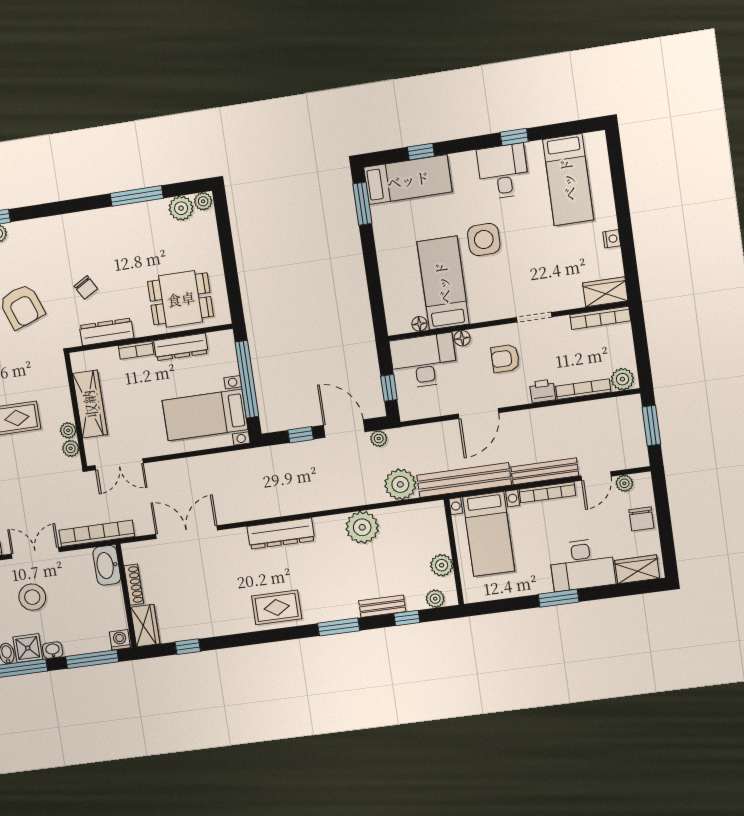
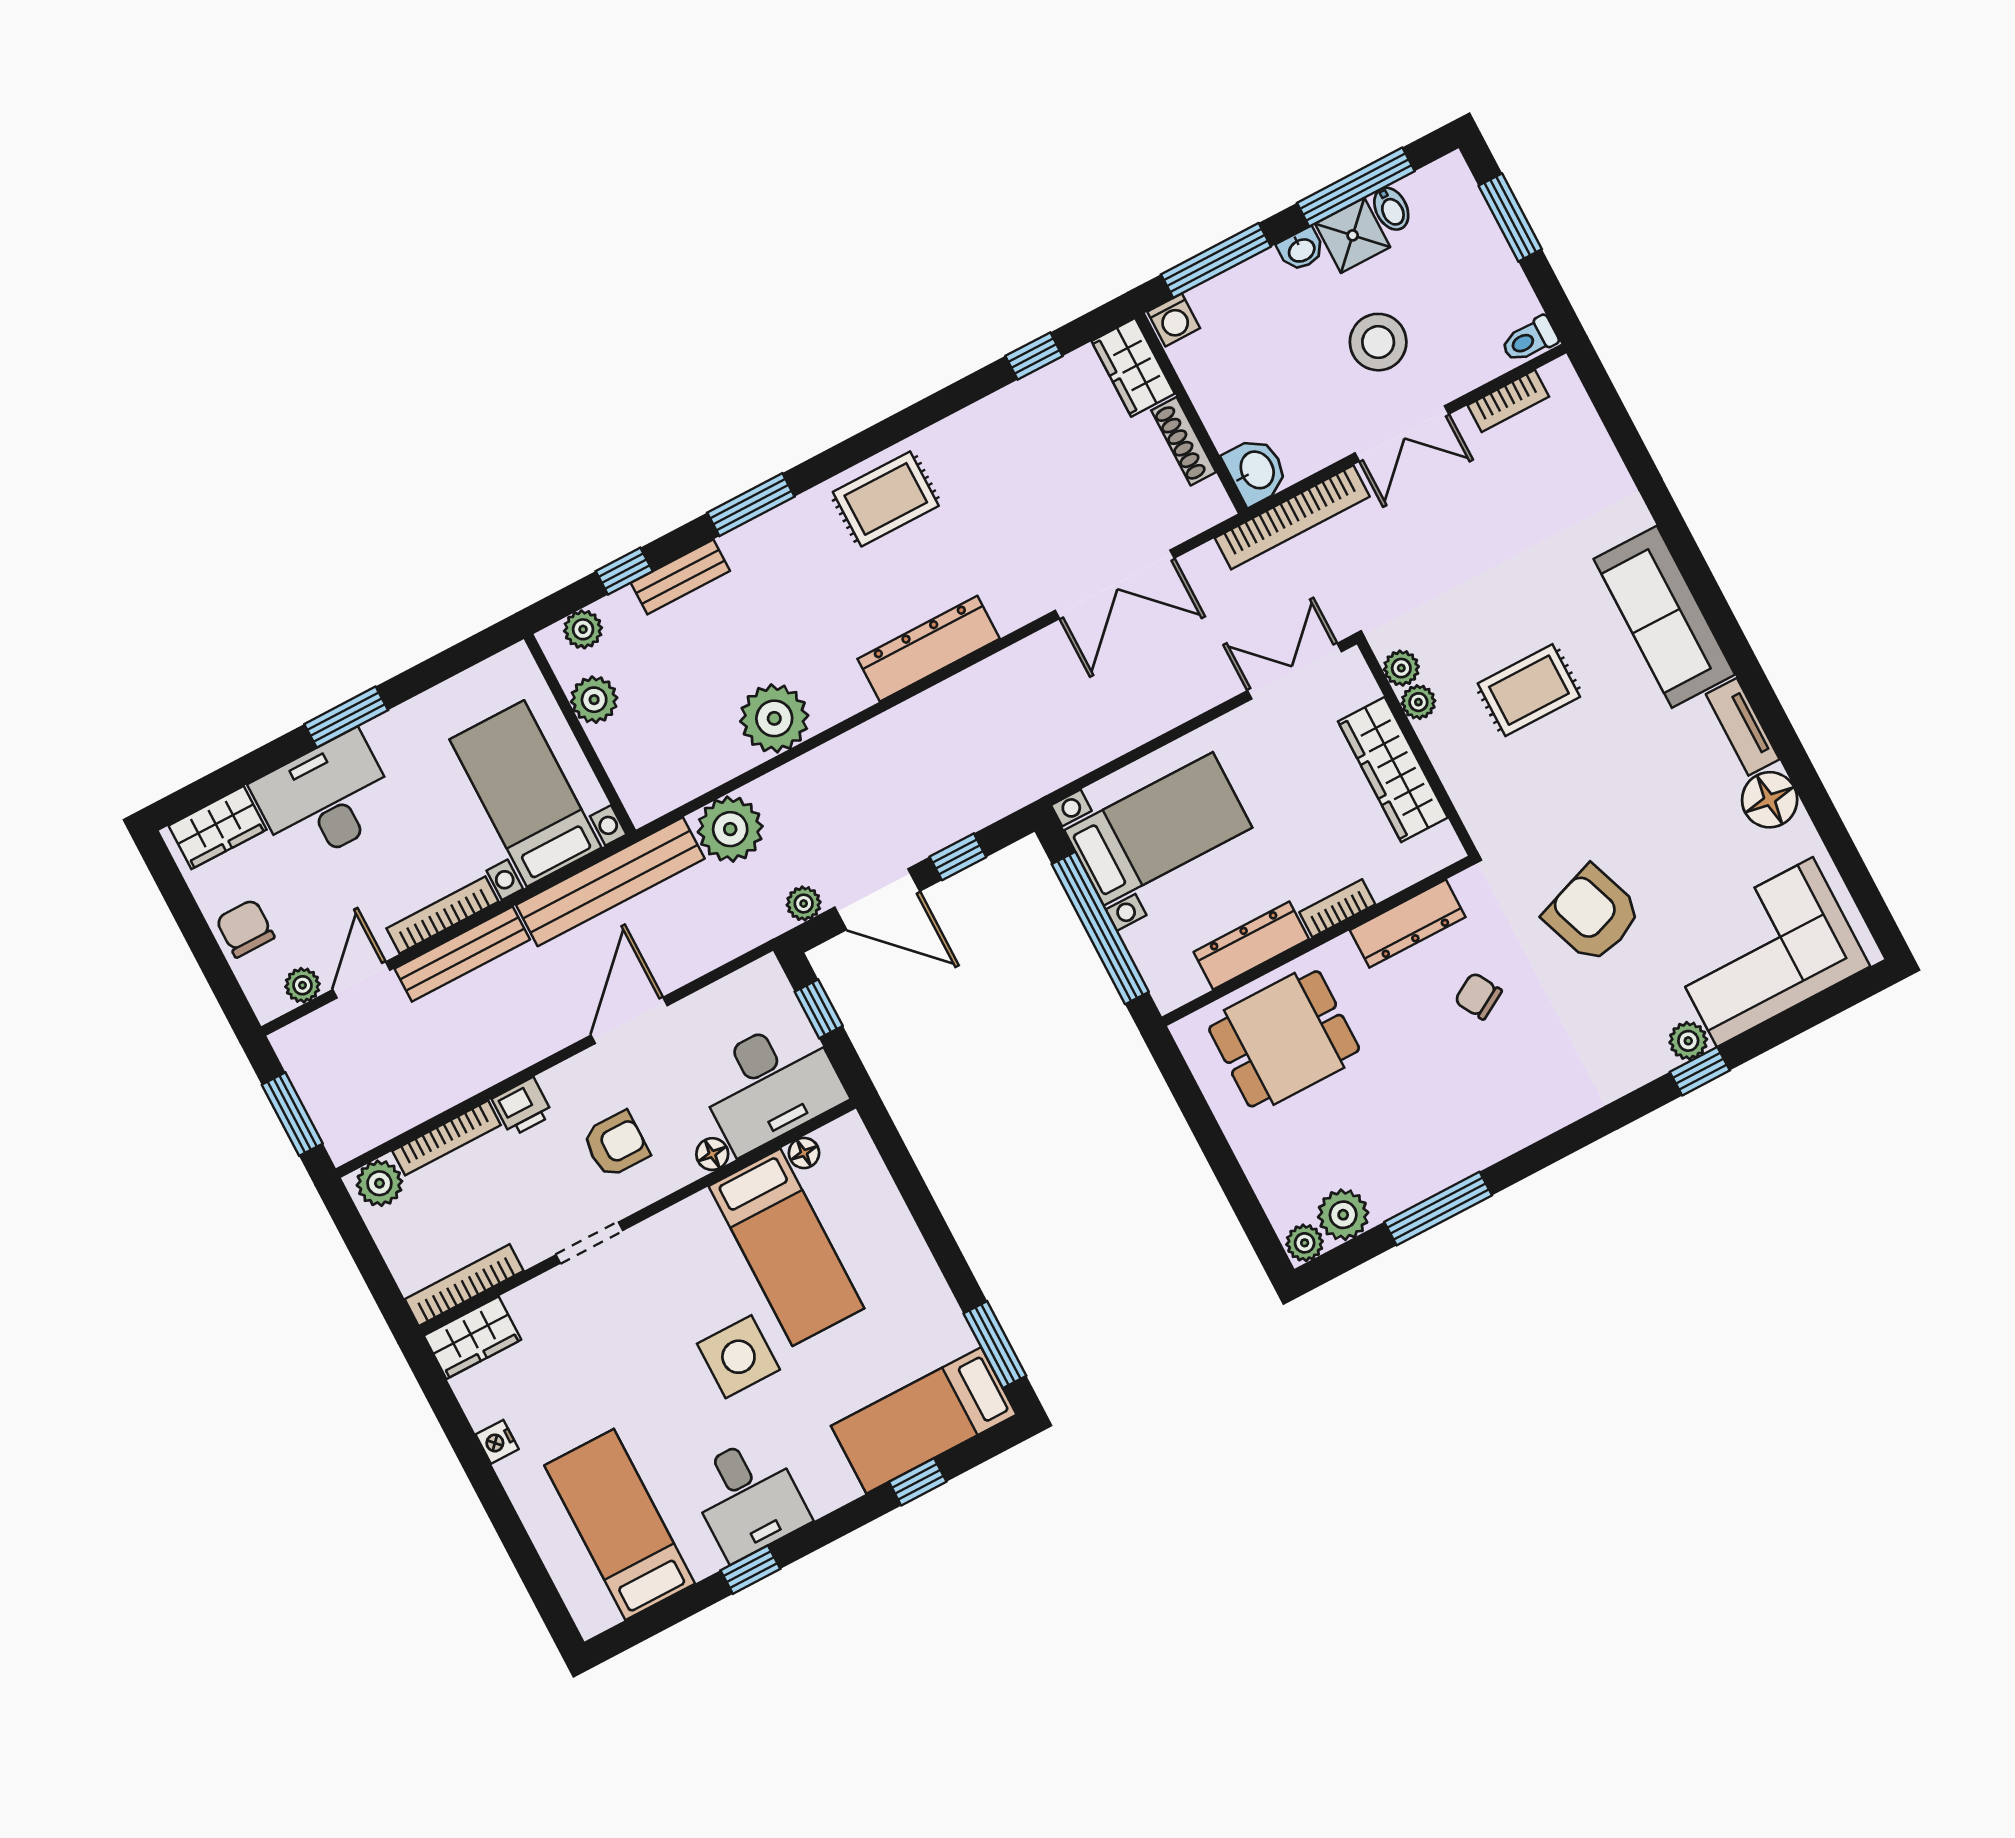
washbasin: (107, 565) -> (1256, 471), width x0.72

